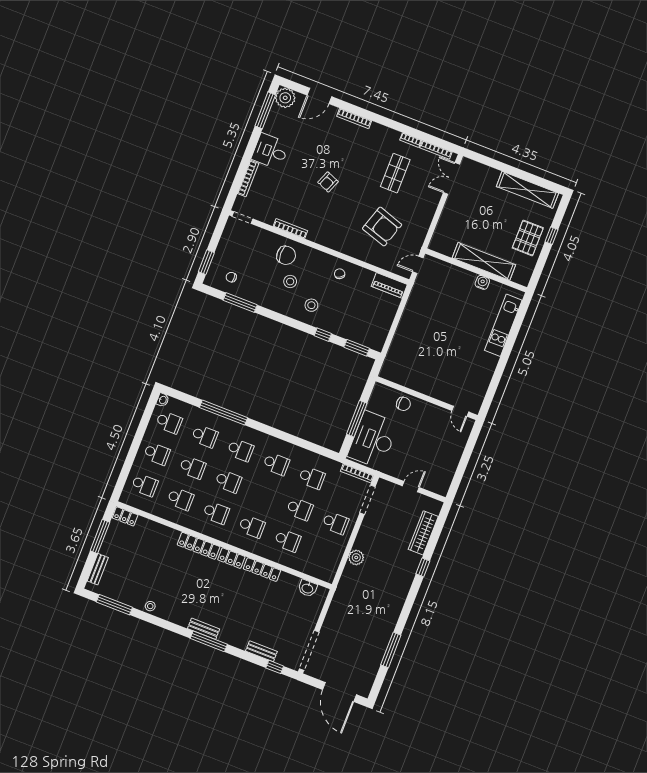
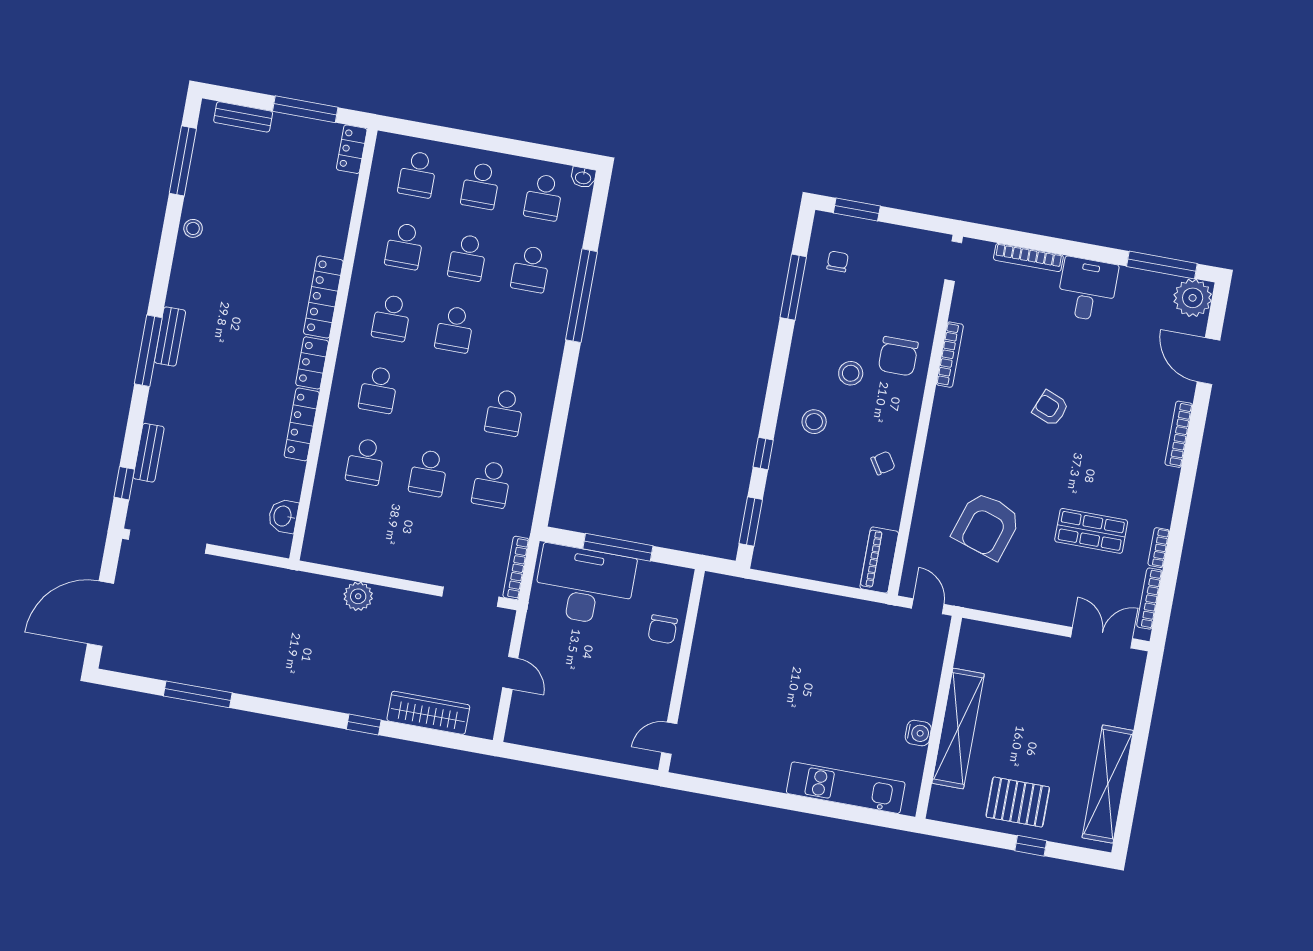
school desk: (240, 450) -> (518, 341), removed
school desk: (335, 523) -> (415, 545), removed

